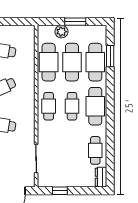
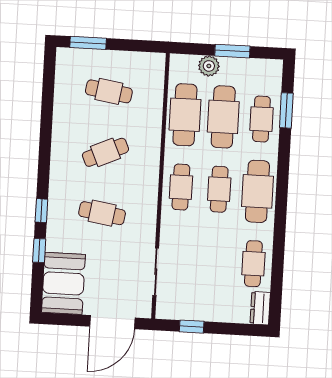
cafe table: (95, 62) -> (261, 119), width x0.73, depth x0.74

